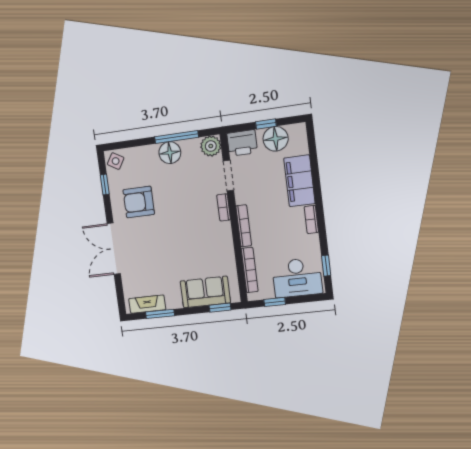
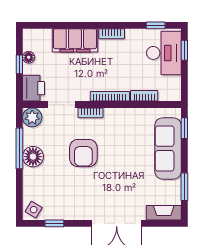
floor lamp: (276, 139) -> (29, 57), width x0.53, depth x0.53
armchair: (139, 202) -> (83, 153), moved
bookcase: (250, 270) -> (144, 96), width x0.64
sofa: (205, 292) -> (168, 148), width x1.36
window: (275, 302) -> (184, 50), moved
fireplace: (147, 304) -> (164, 213), moved, turned 90

